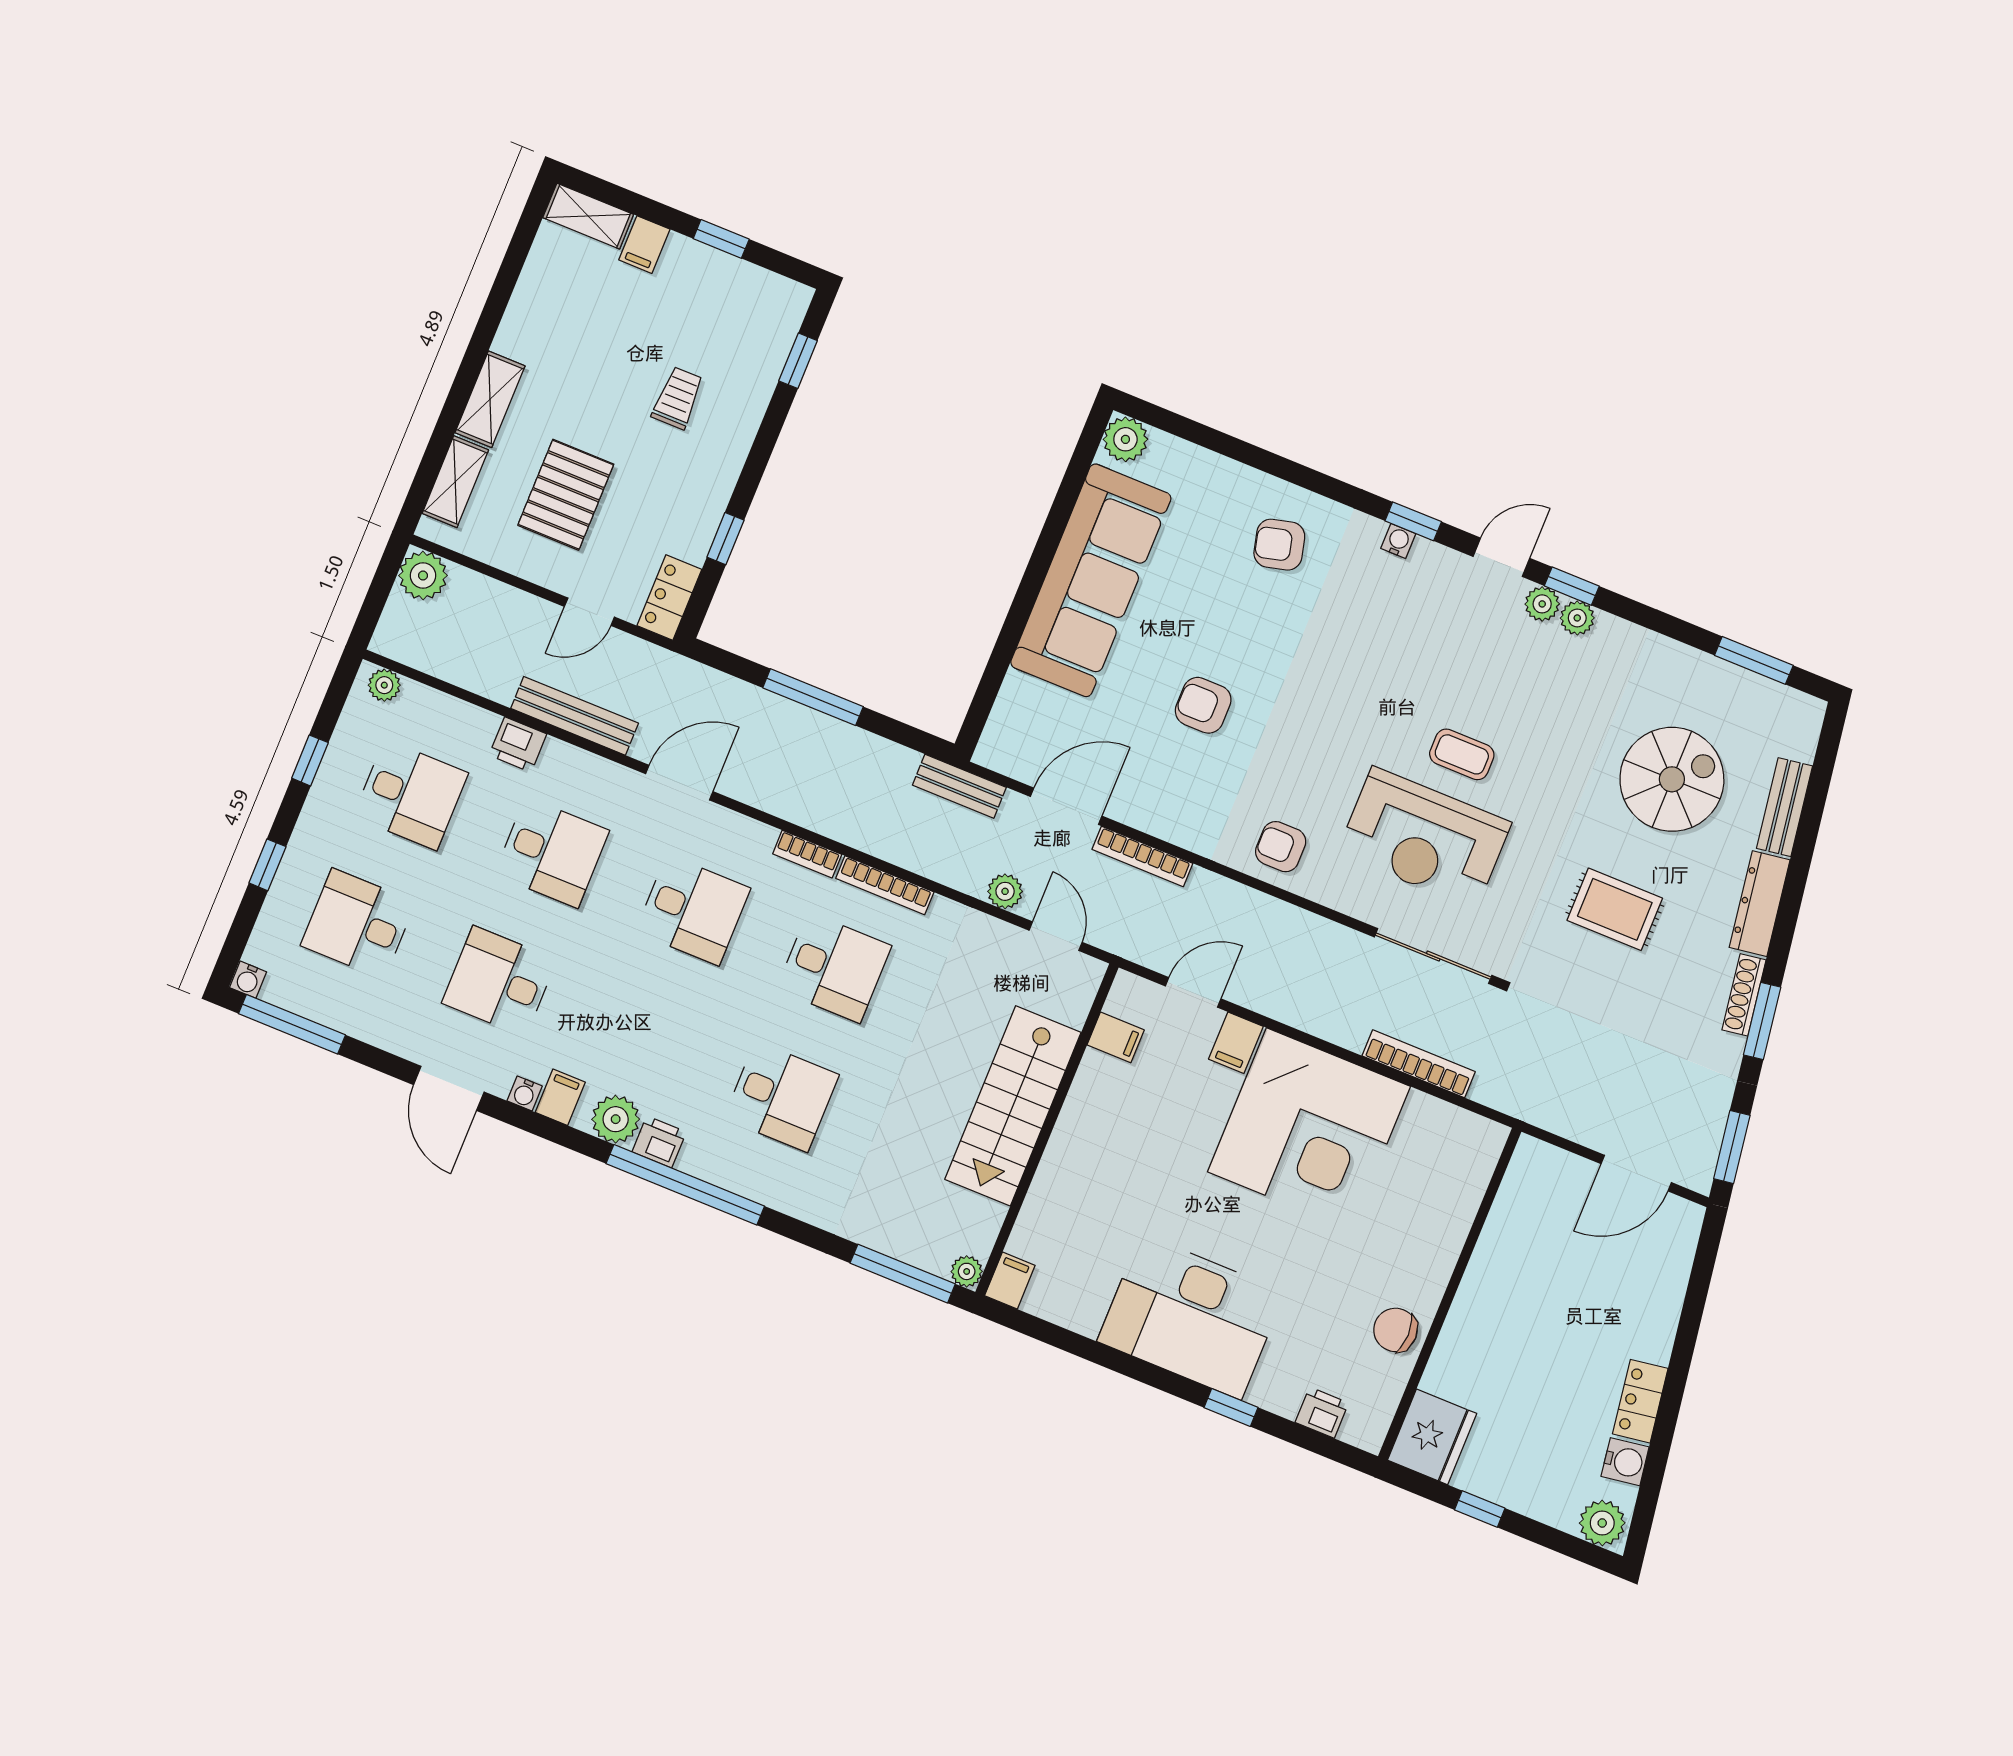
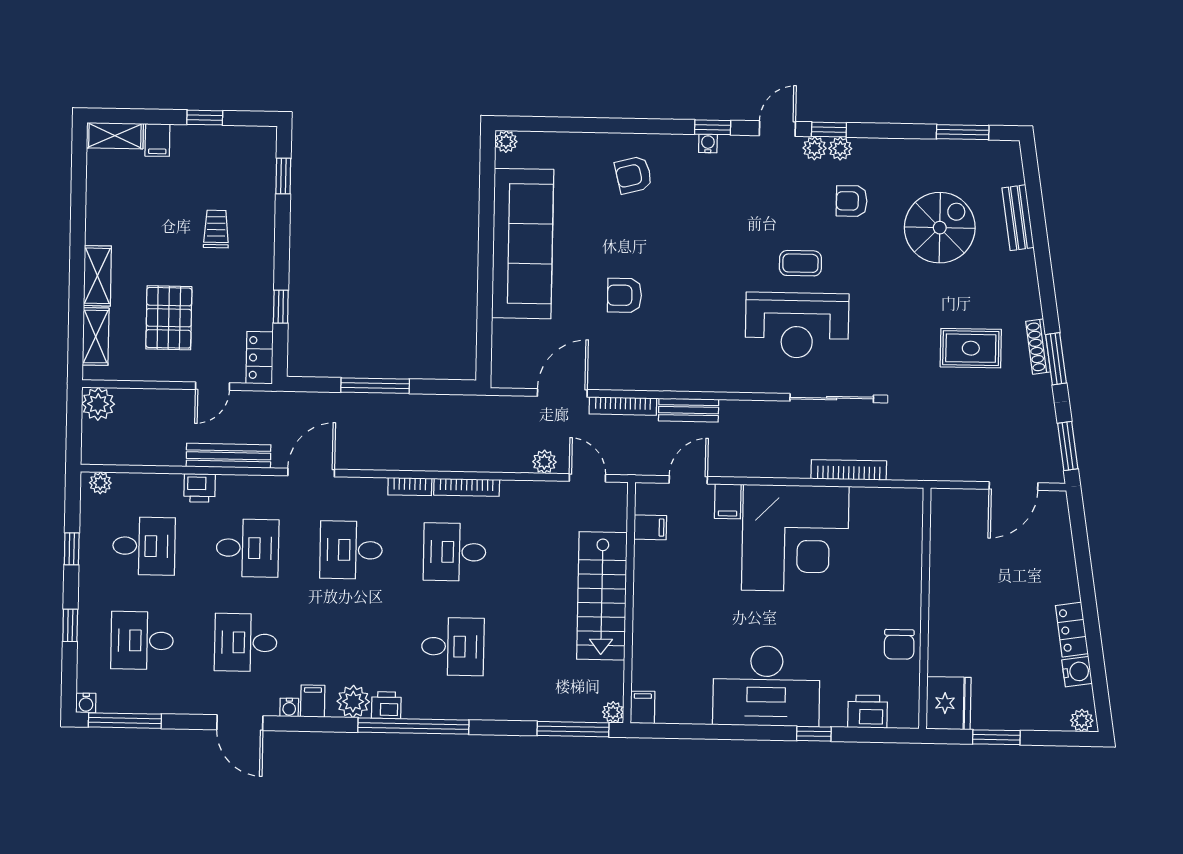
plant: (1125, 439) -> (506, 142), width x0.73, depth x0.73
bench: (959, 786) -> (689, 410), moved
armchair: (1281, 847) -> (852, 201), moved
dresser: (1760, 904) -> (1026, 285), removed
rug: (1615, 909) -> (971, 348), moved
desk: (693, 910) -> (351, 550), turned 180
desk: (834, 968) -> (455, 552), turned 180
chair: (1395, 1330) -> (899, 644), turned -90
printer: (1322, 1413) -> (868, 711), width x1.36, depth x1.24
window: (1480, 1509) -> (996, 737), width x1.50
plant: (1602, 1523) -> (1082, 720), width x0.73, depth x0.73

